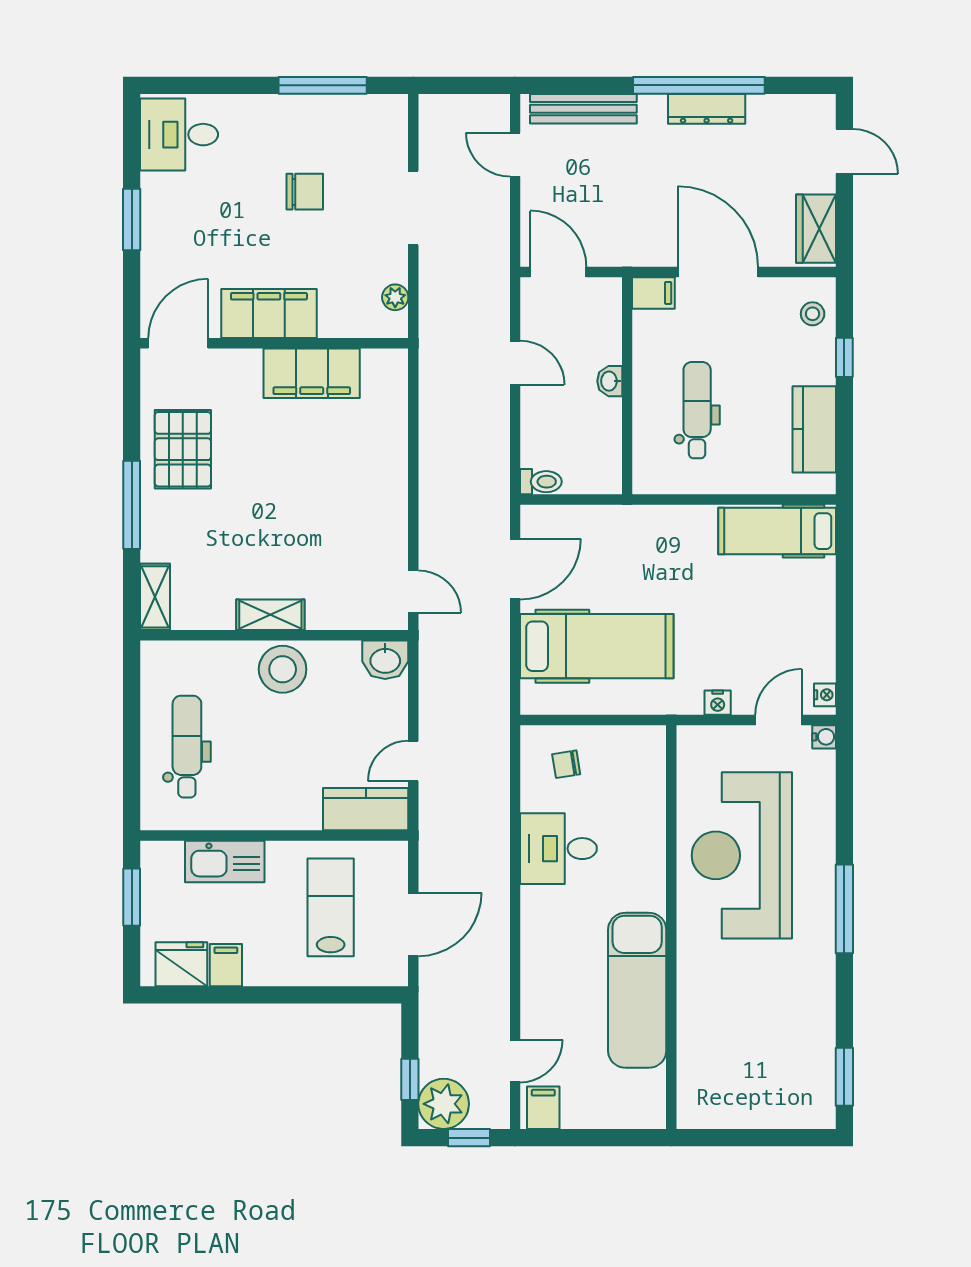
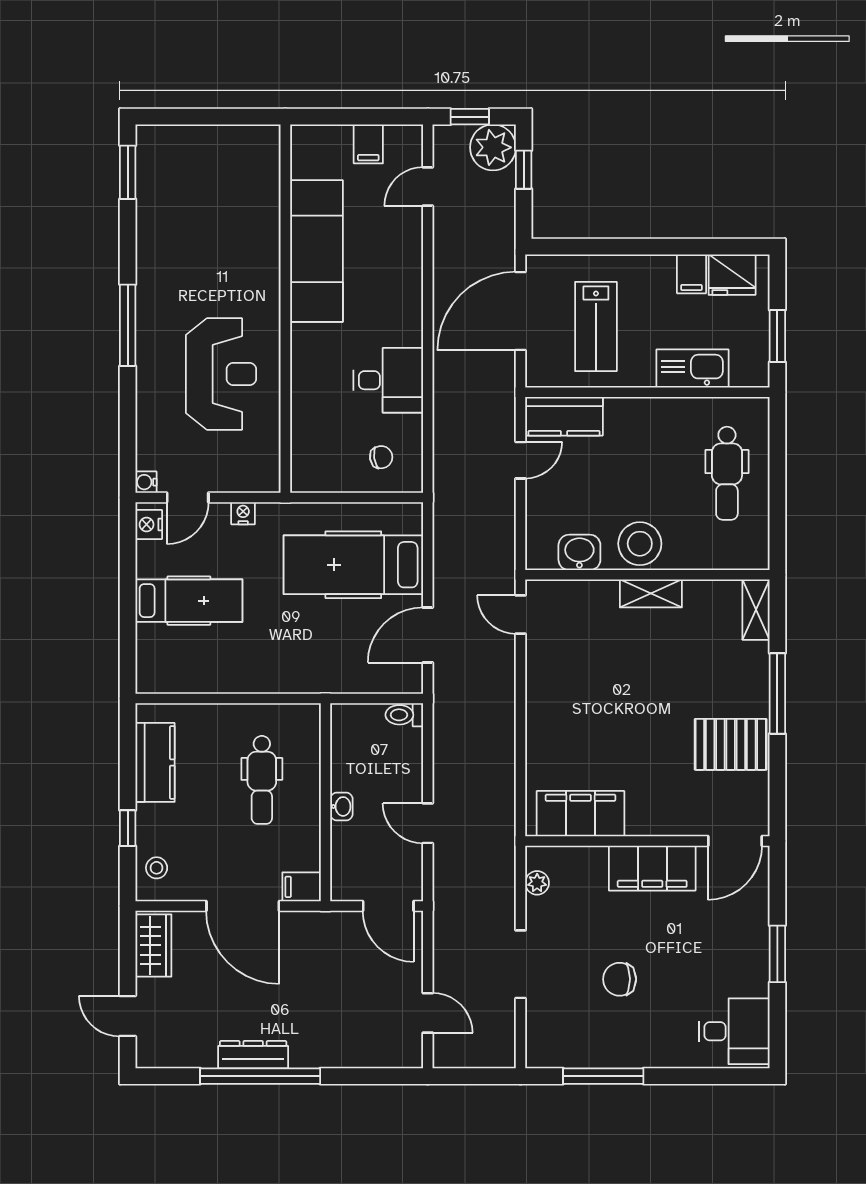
bench: (583, 109) -> (365, 1055), removed
filing cabinet: (312, 373) -> (581, 814), moved
pallet: (183, 449) -> (731, 744), turned 90
hospital bed: (777, 531) -> (189, 601), moved
washbasin: (385, 660) -> (579, 552), moved
nightstand: (825, 695) -> (149, 524), width x1.39, depth x1.35
reception desk: (742, 855) -> (221, 374), width x0.74, depth x0.77
door: (413, 924) -> (521, 311), width x1.36
filing cabinet: (543, 1108) -> (368, 144), moved

